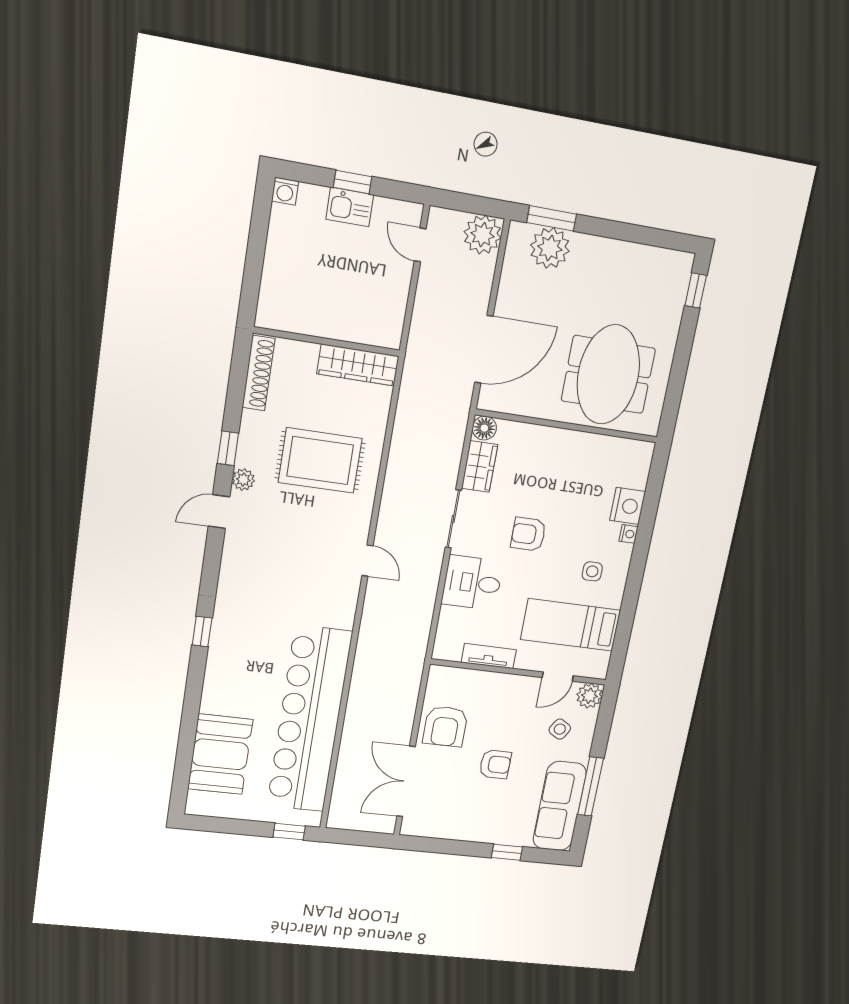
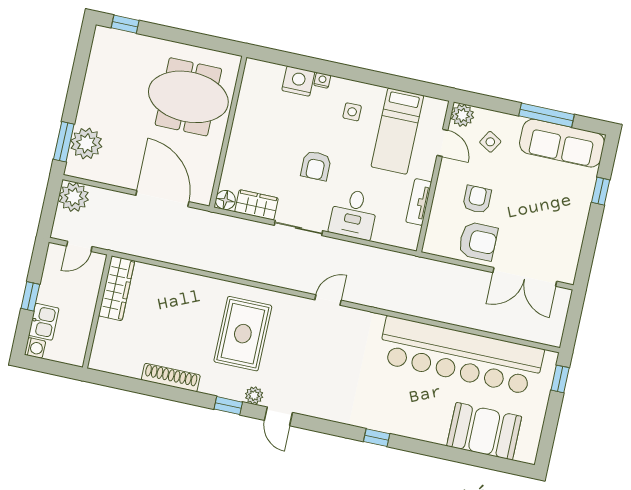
kitchen sink: (350, 207) -> (44, 322), moved
wall: (327, 342) -> (97, 311), moved
wardrobe: (358, 365) -> (117, 288), moved
armchair: (495, 764) -> (477, 199), moved

